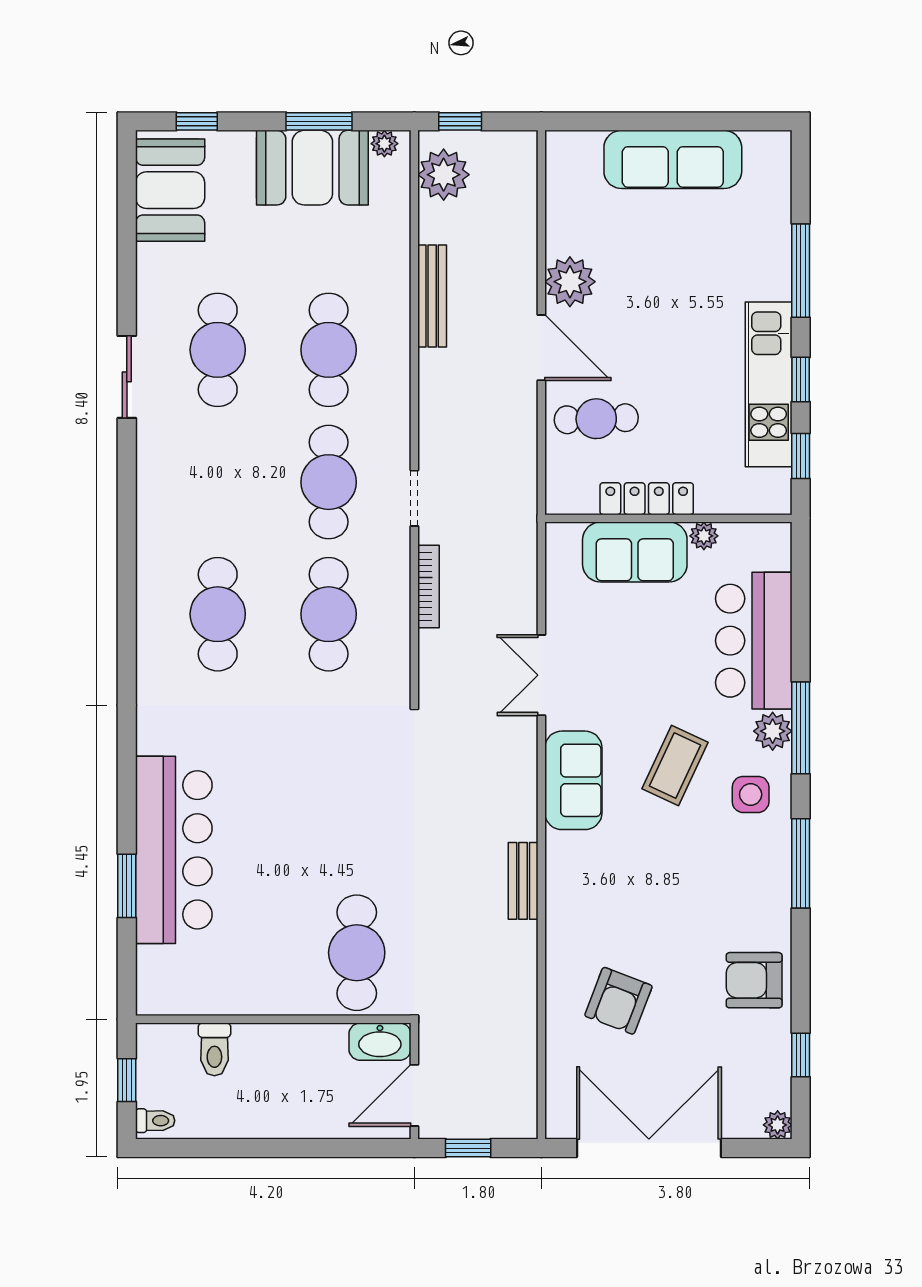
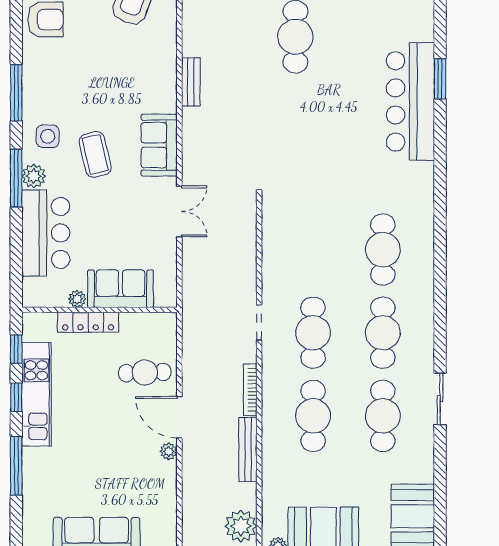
plant: (570, 282) -> (169, 451), width x0.53, depth x0.53
locker: (647, 499) -> (88, 322), moved
bookcase: (428, 587) -> (250, 390), moved
cafe table: (329, 614) -> (383, 333), moved
coffee table: (675, 766) -> (95, 154), turned -38

